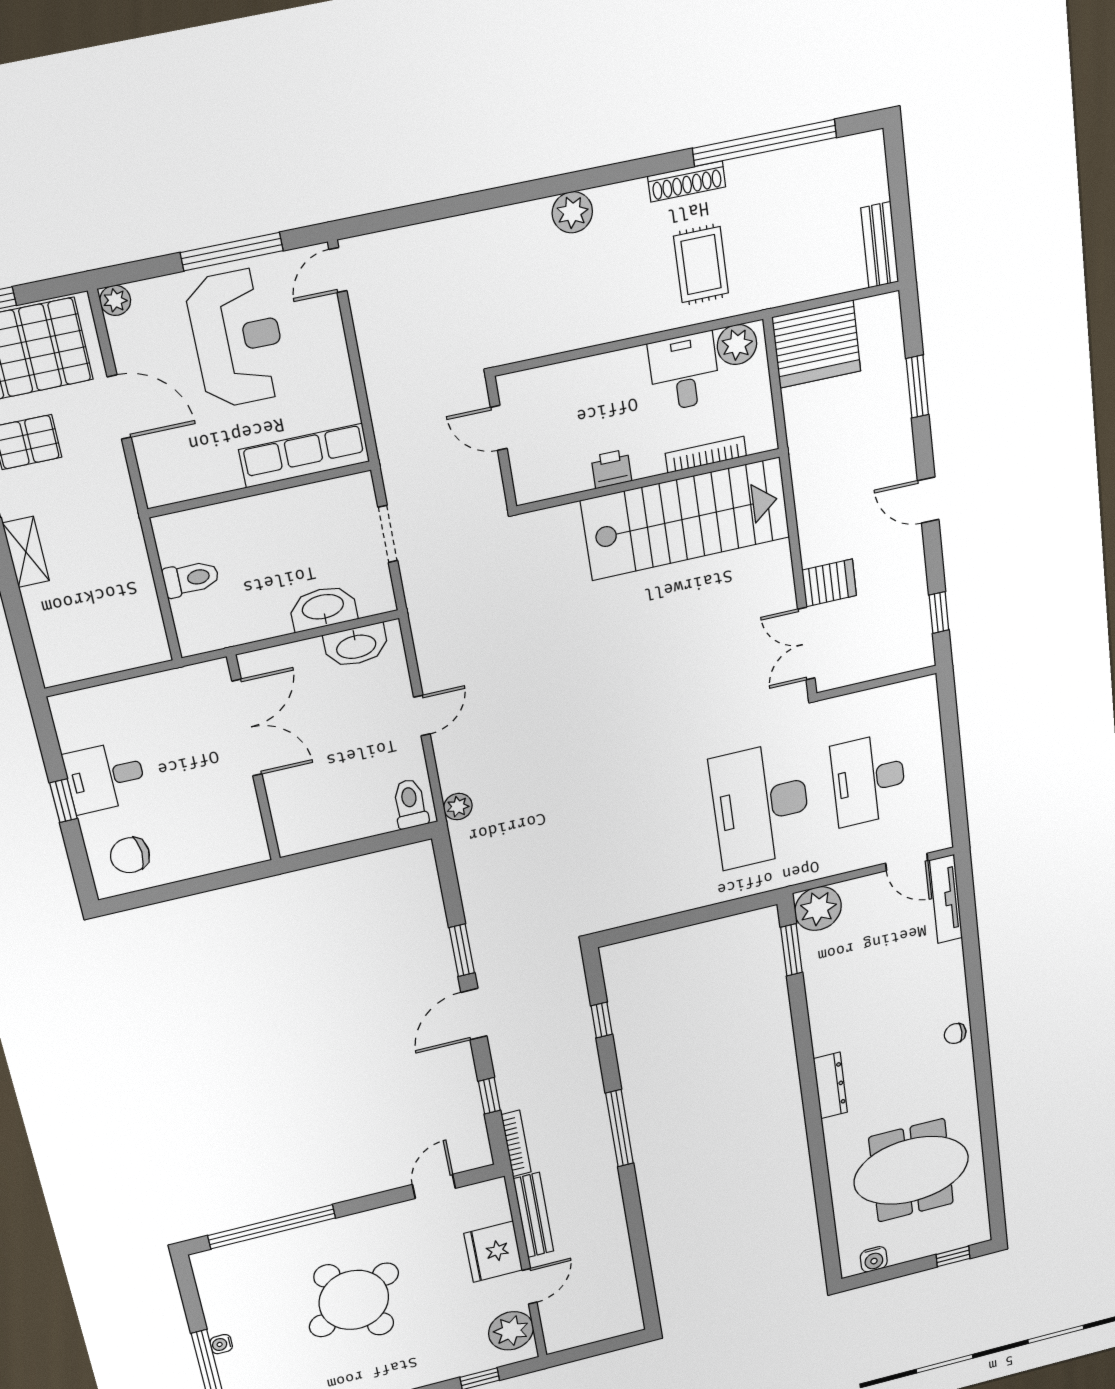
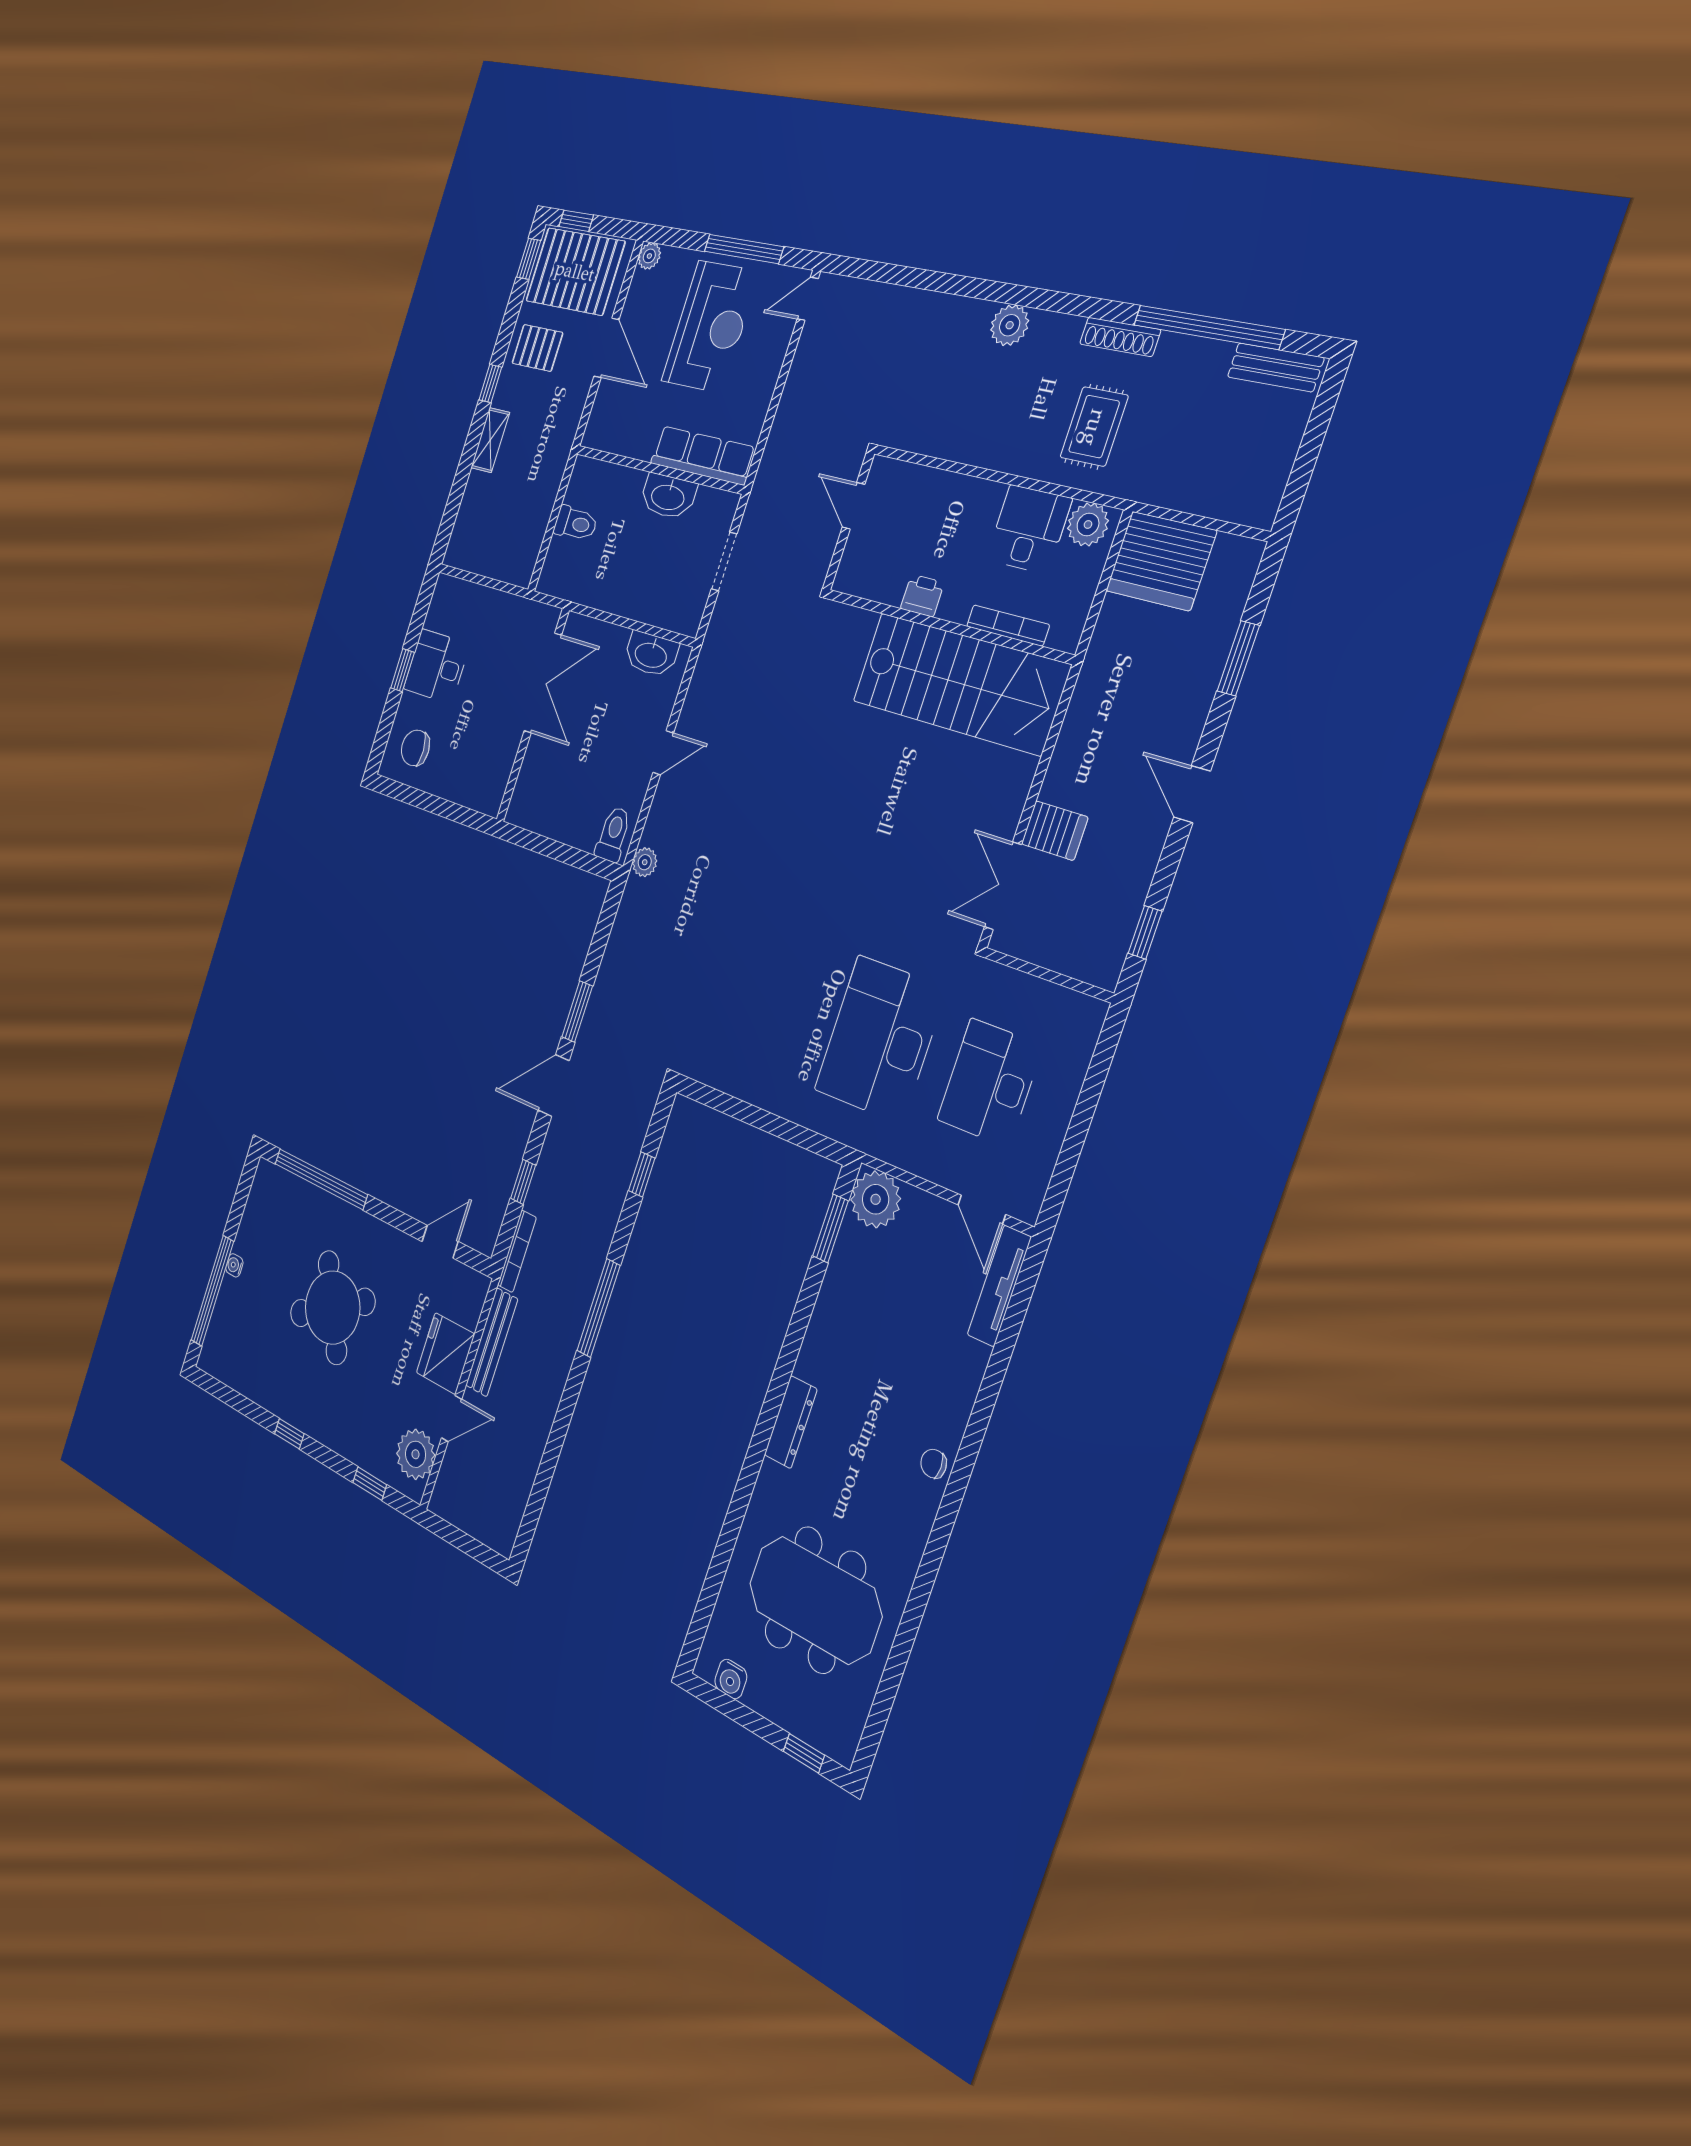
bench: (880, 245) -> (1275, 367), moved, turned 90
washbasin: (323, 608) -> (668, 496), moved, turned 180

